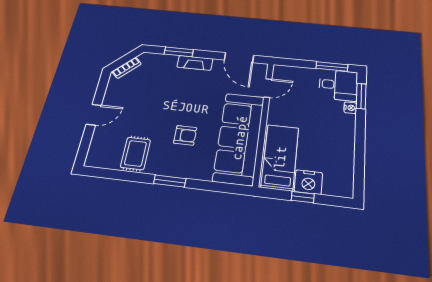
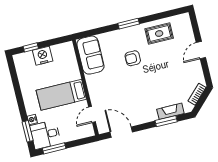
fireplace: (195, 63) -> (170, 111), moved
sofa: (239, 138) -> (90, 55), width x0.54, depth x0.79
rug: (135, 153) -> (159, 33), turned 90
bed: (280, 157) -> (61, 95), moved, turned 90
window: (303, 197) -> (31, 47), moved

